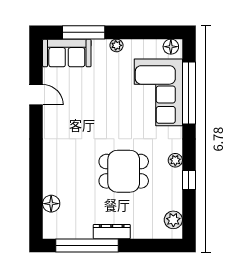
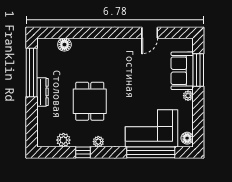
sofa: (67, 53) -> (182, 71), moved
plant: (173, 220) -> (63, 140), moved

